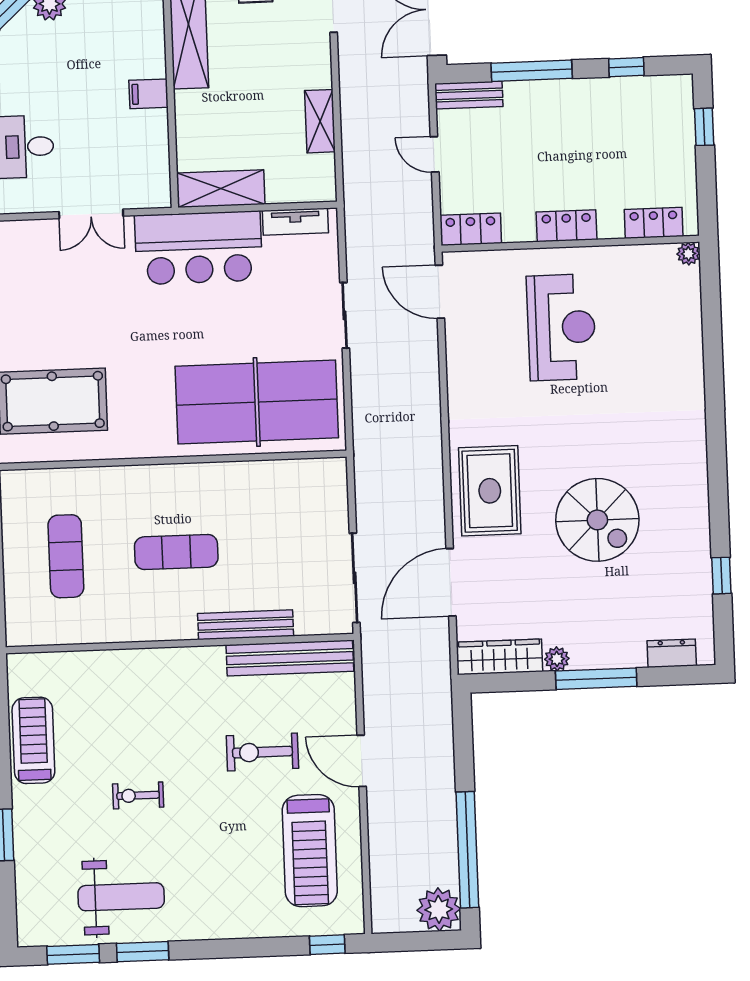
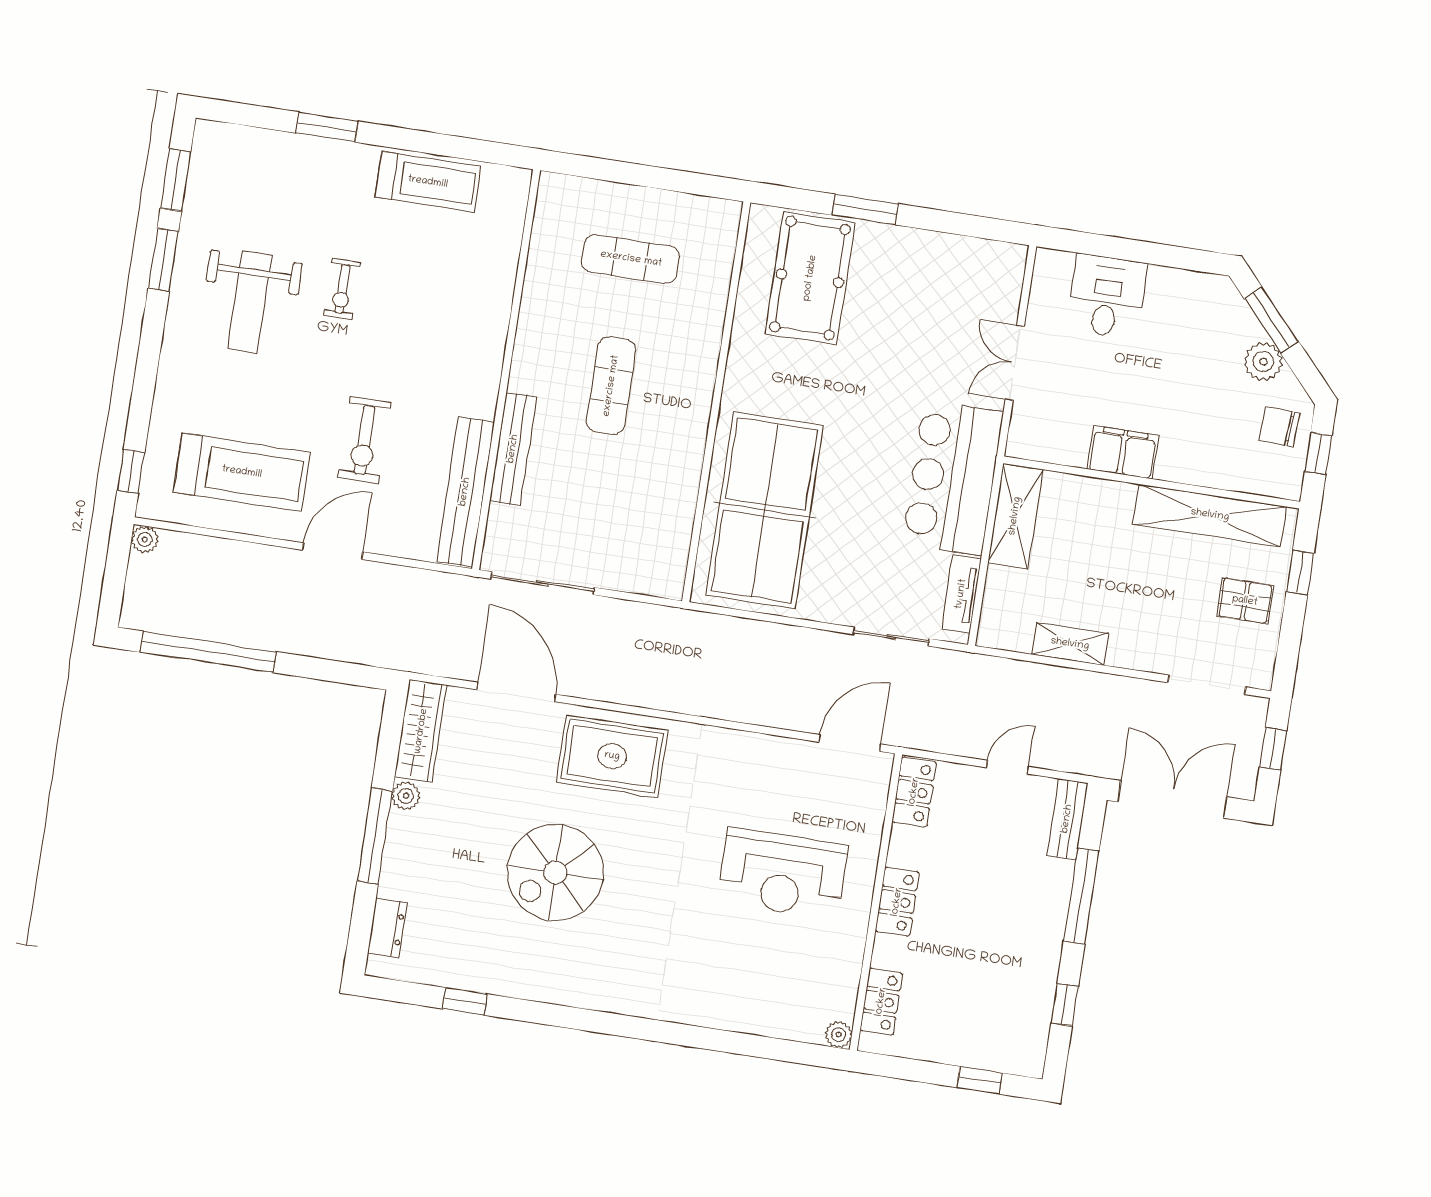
filing cabinet: (149, 94) -> (1123, 452), width x2.00
sliding door: (345, 315) -> (891, 637), moved
exercise bike: (262, 752) -> (364, 440), turned 180
exercise bike: (138, 795) -> (342, 289), turned 180
treadmill: (310, 851) -> (242, 472), turned 180
weight bench: (121, 897) -> (250, 302), moved
plant: (439, 909) -> (145, 540), moved, width x0.53, depth x0.53

